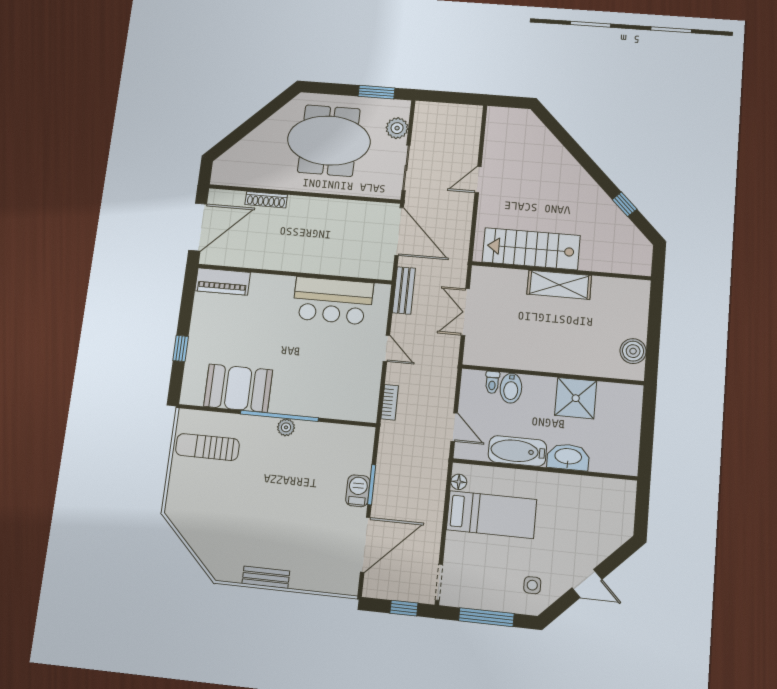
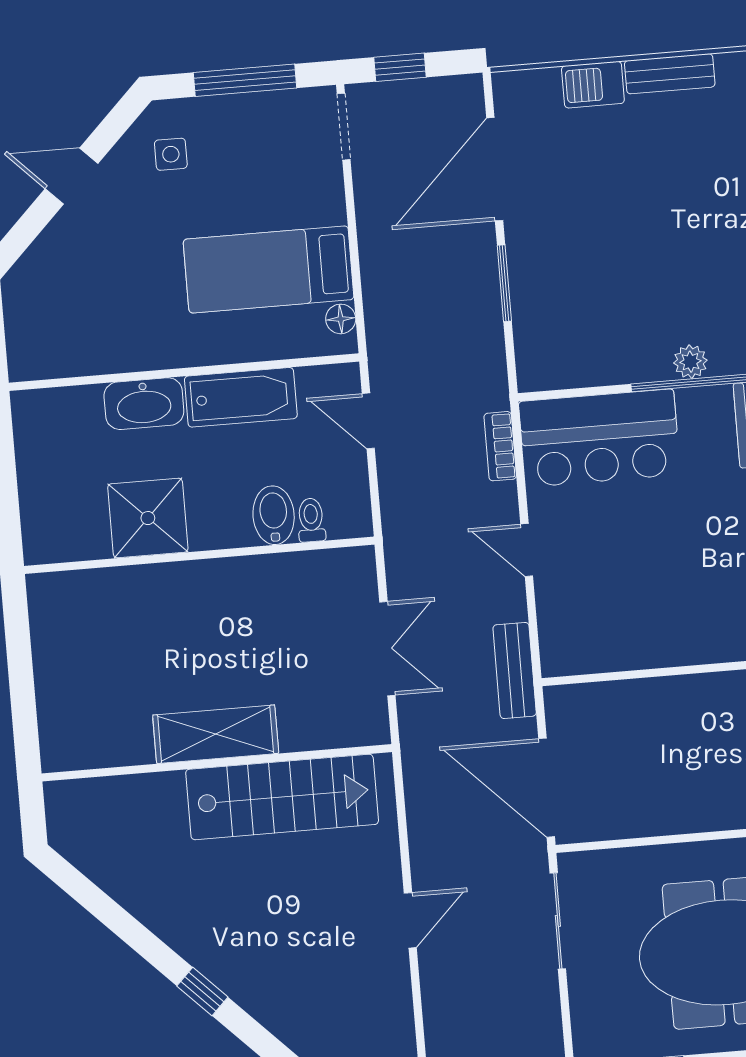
plant: (397, 128) -> (592, 1001), removed
window: (625, 204) -> (202, 991), moved
bar counter: (333, 301) -> (599, 438), moved, turned 180
boiler: (633, 351) -> (54, 628), removed
barbecue: (358, 491) -> (593, 85), moved, turned 90

